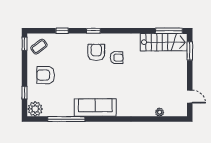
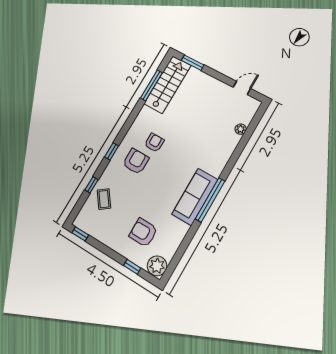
window: (169, 31) -> (151, 85), moved
coffee table: (39, 47) -> (104, 199), moved
armchair: (96, 52) -> (136, 161), turned 90
armchair: (46, 75) -> (143, 232), moved, turned 90
window: (66, 119) -> (210, 200), moved

